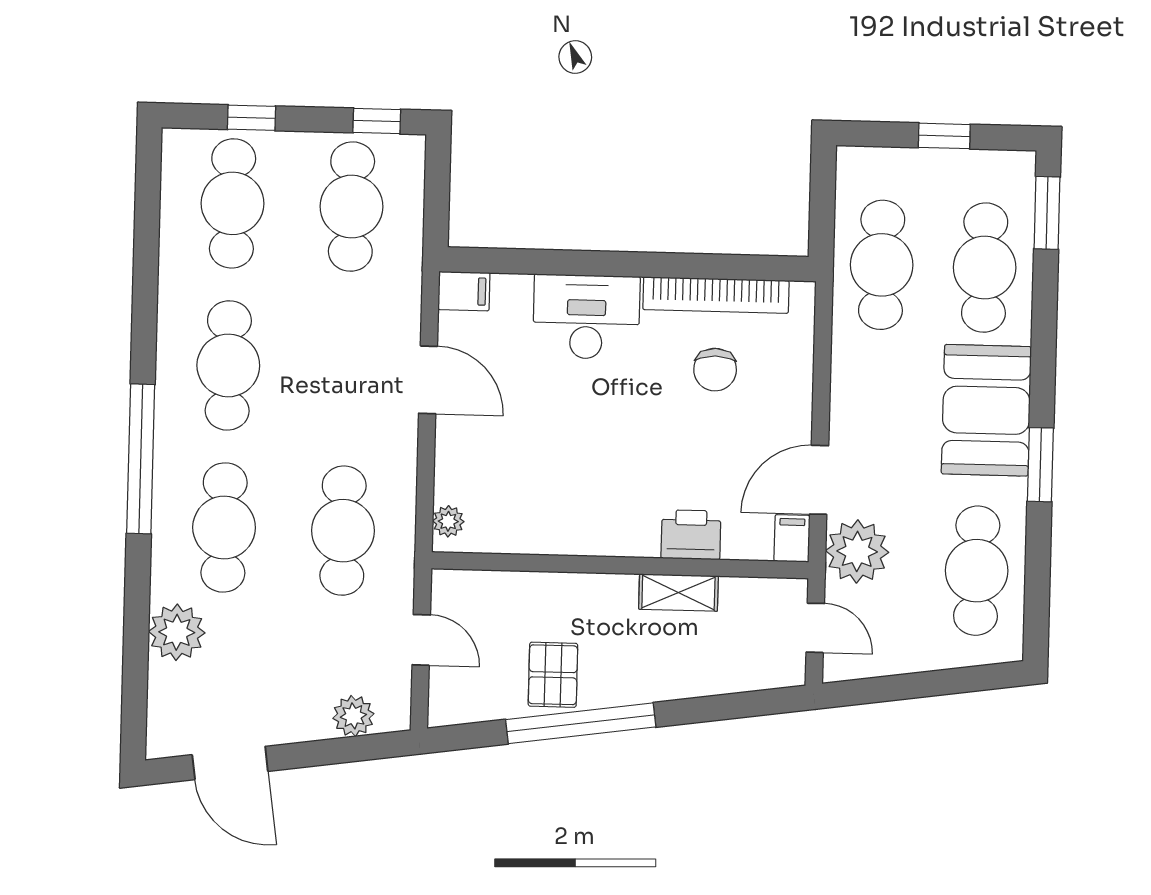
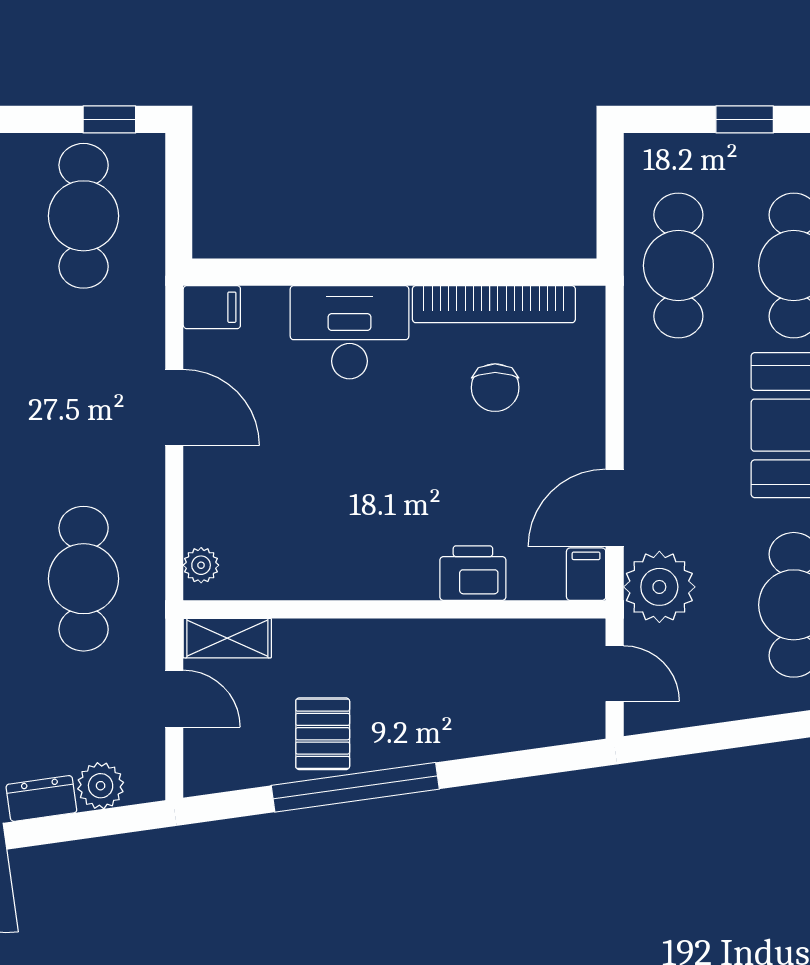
shelving: (678, 593) -> (227, 638), moved
dresser: (300, 726) -> (41, 798), added

